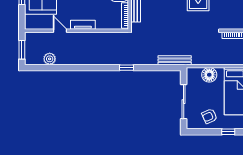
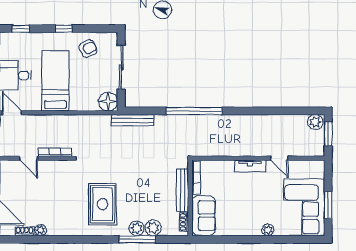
plant: (50, 59) -> (315, 122), moved
window: (126, 68) -> (194, 111), width x3.17
floor lamp: (209, 75) -> (108, 102), moved

